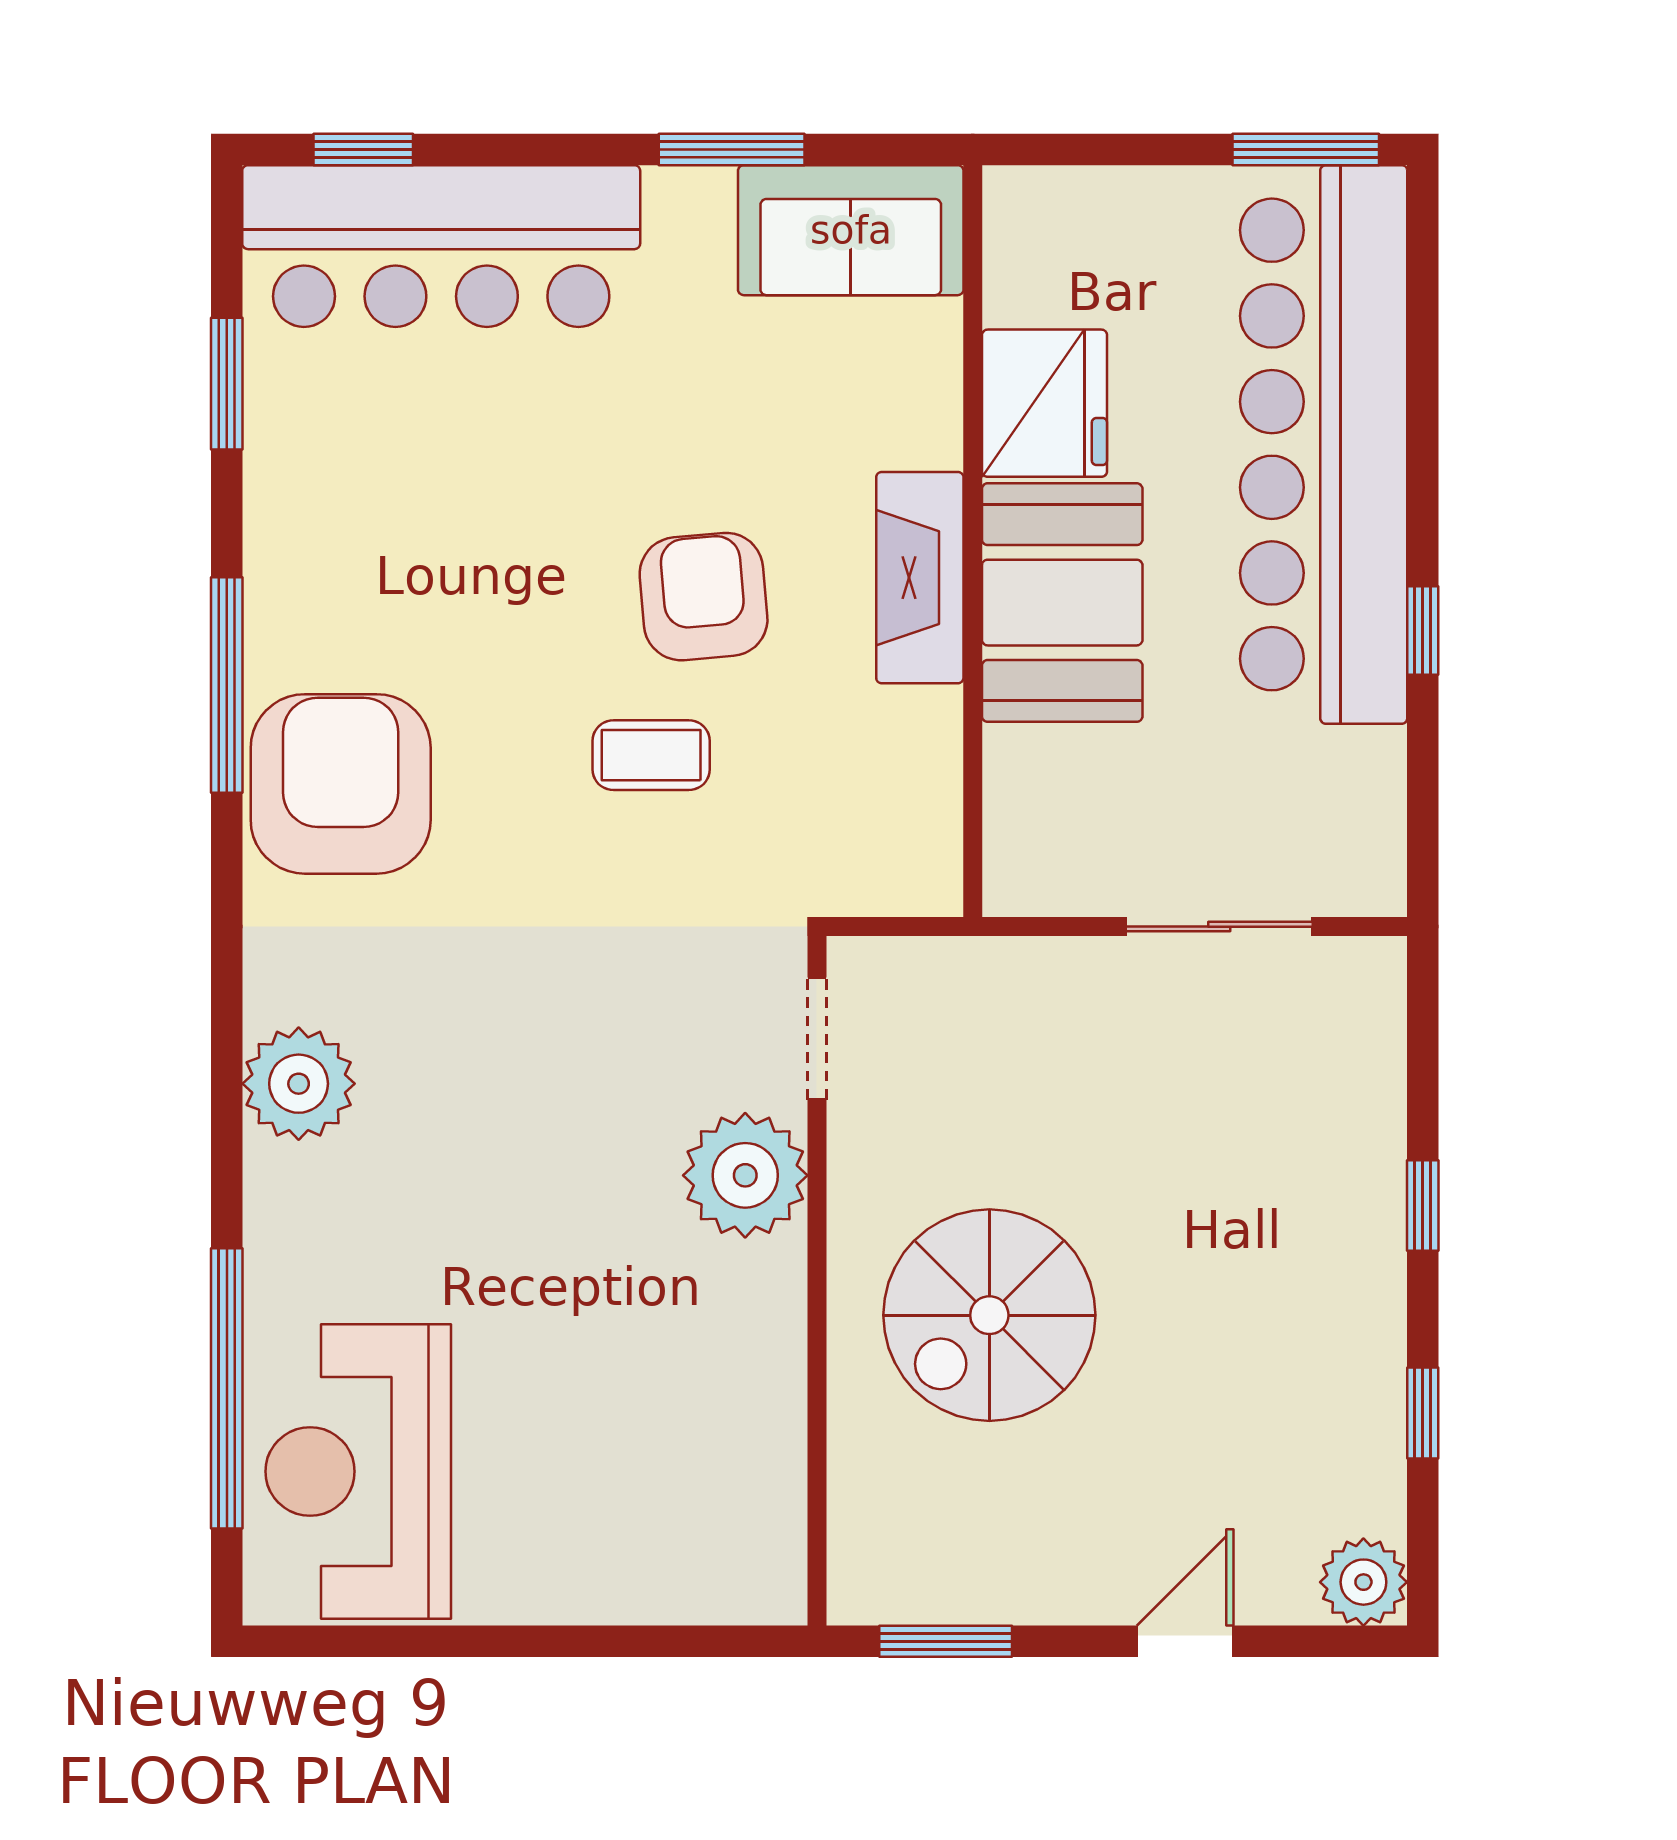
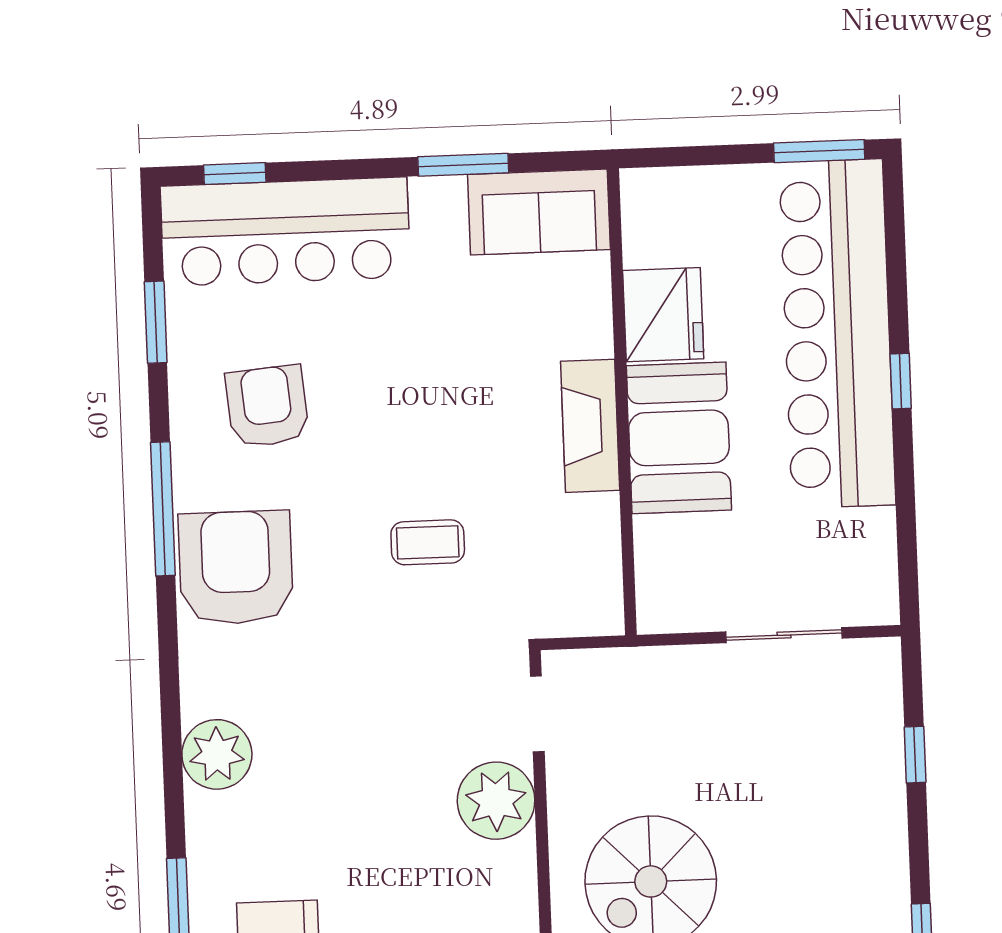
armchair: (704, 597) -> (267, 406), moved
window: (1423, 630) -> (901, 381), moved
window: (1423, 1205) -> (915, 755), moved

